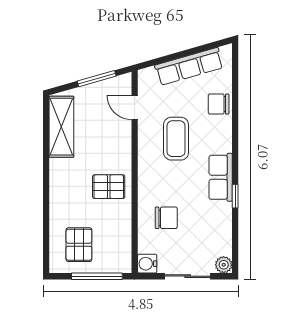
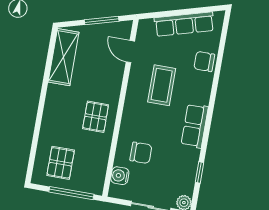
pallet: (109, 187) -> (96, 117), turned 90
window: (235, 196) -> (200, 172), moved
water cooler: (147, 264) -> (120, 176), moved

